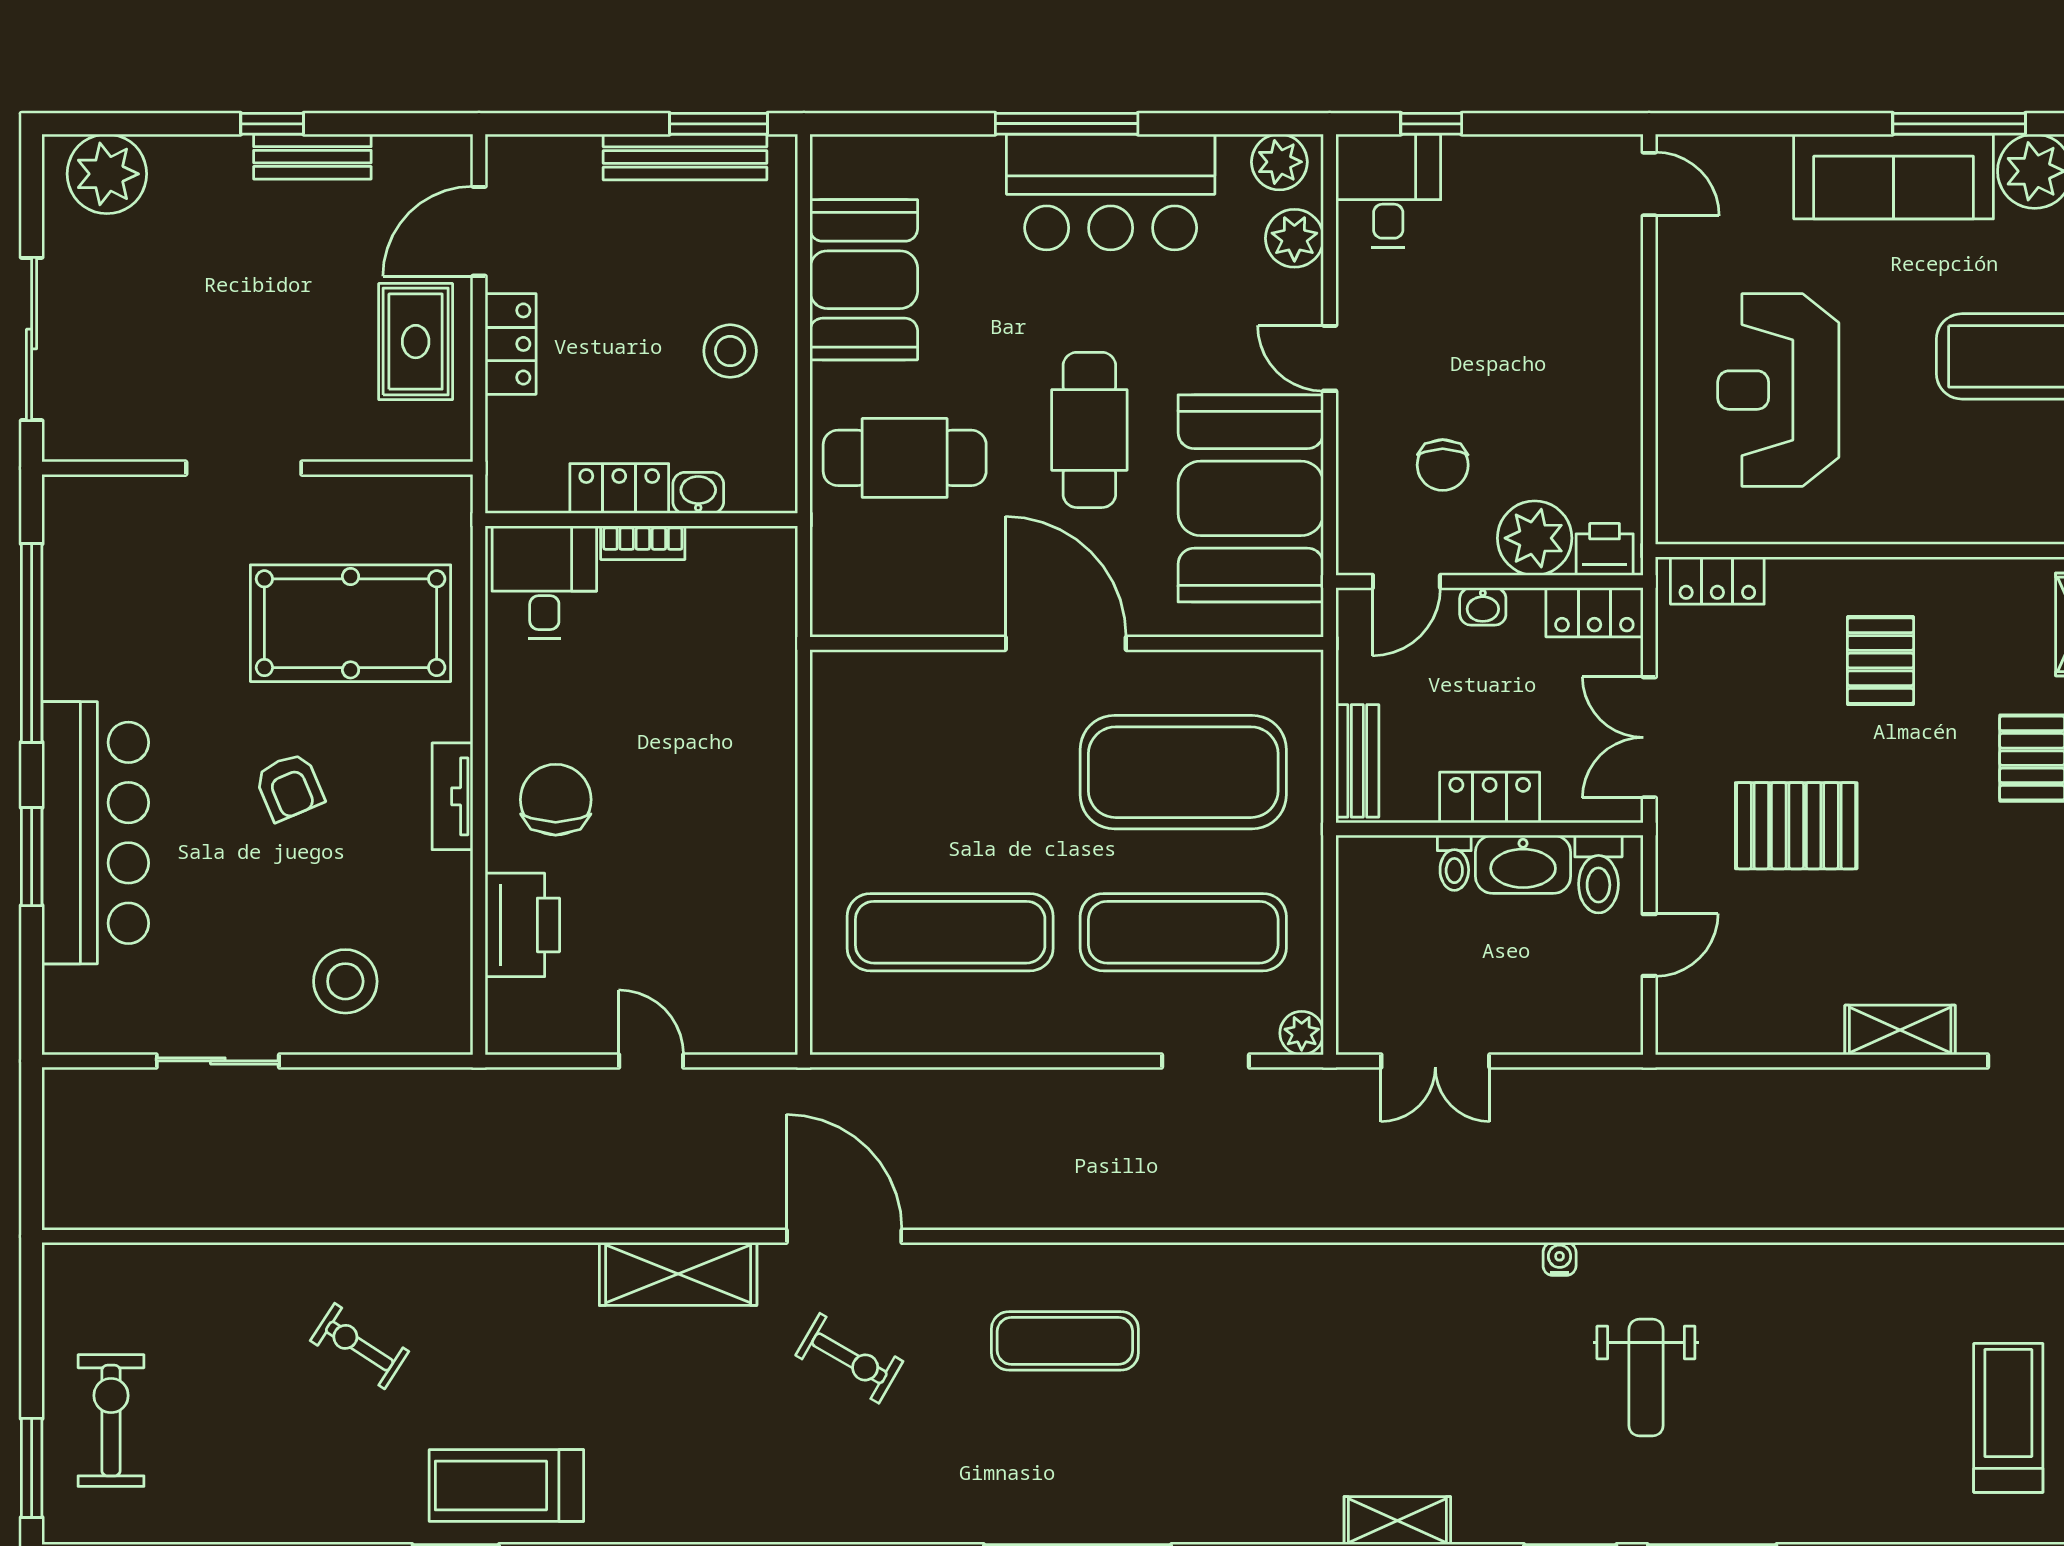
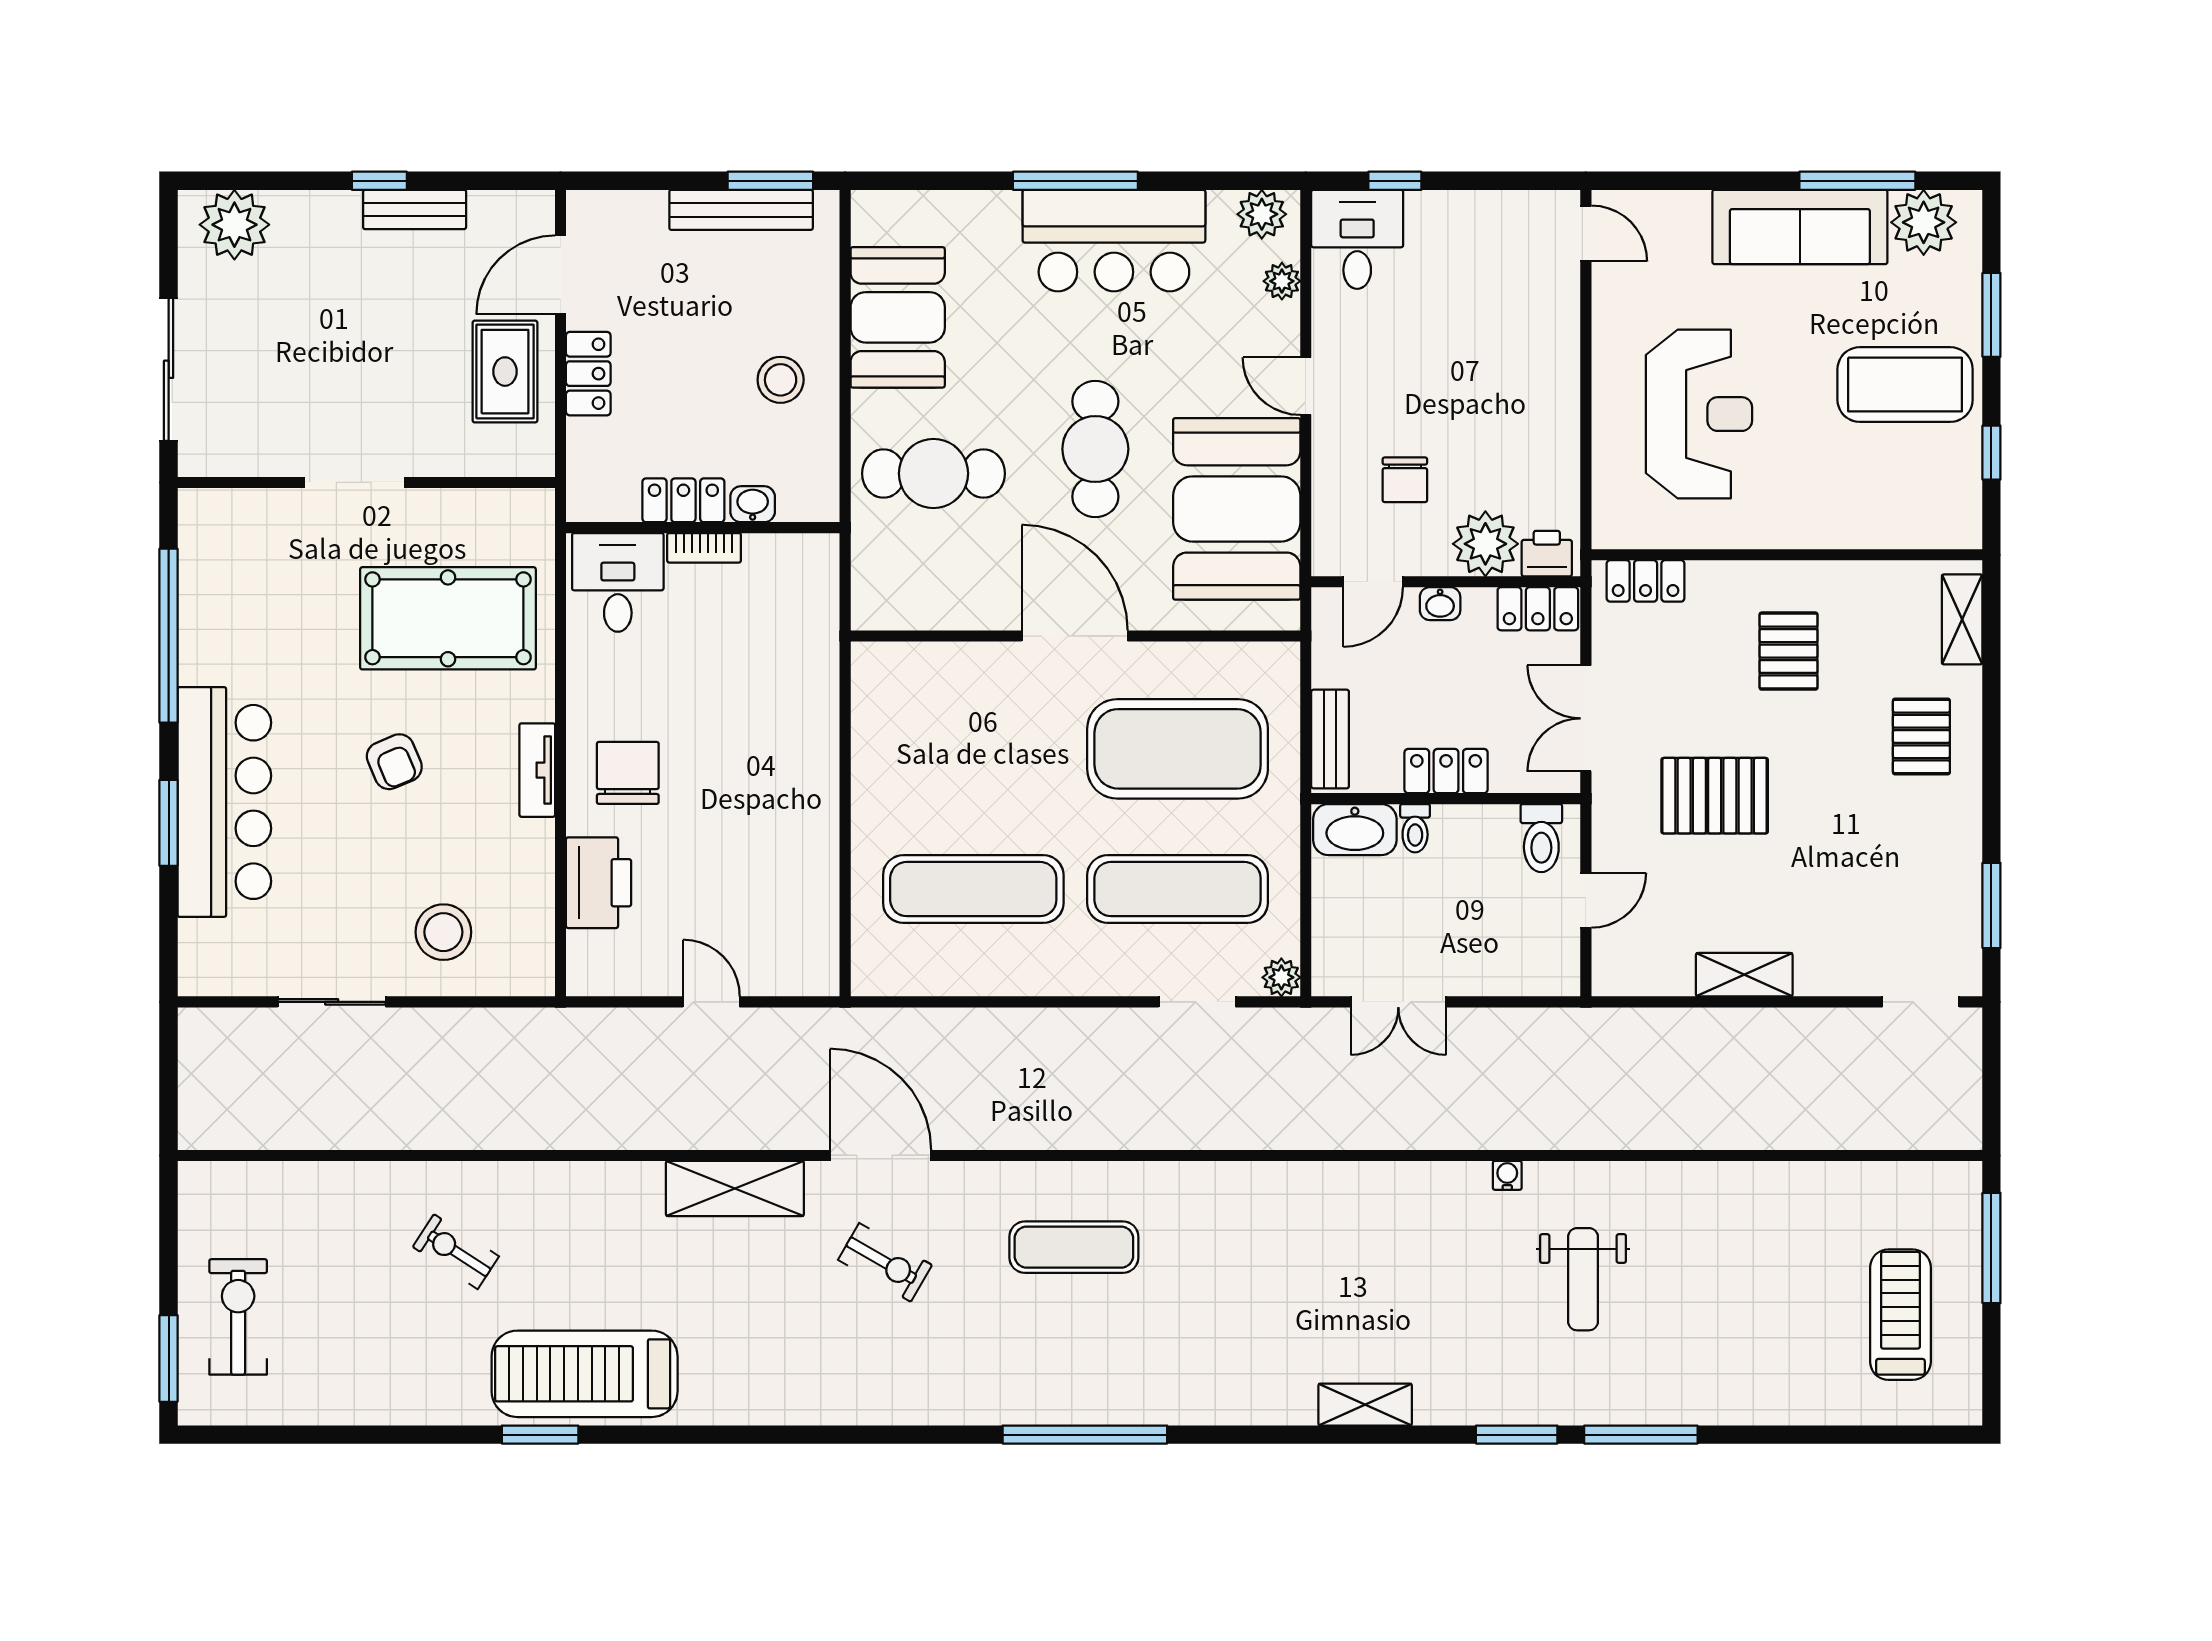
plant: (1294, 238) -> (1282, 281), width x0.73, depth x0.73
reception desk: (1778, 390) -> (1699, 414), turned 180
washbasin: (1523, 864) -> (1355, 830), moved
shelving: (1900, 1030) -> (1744, 975), moved
treadmill: (506, 1485) -> (585, 1374), width x1.37, depth x1.37

